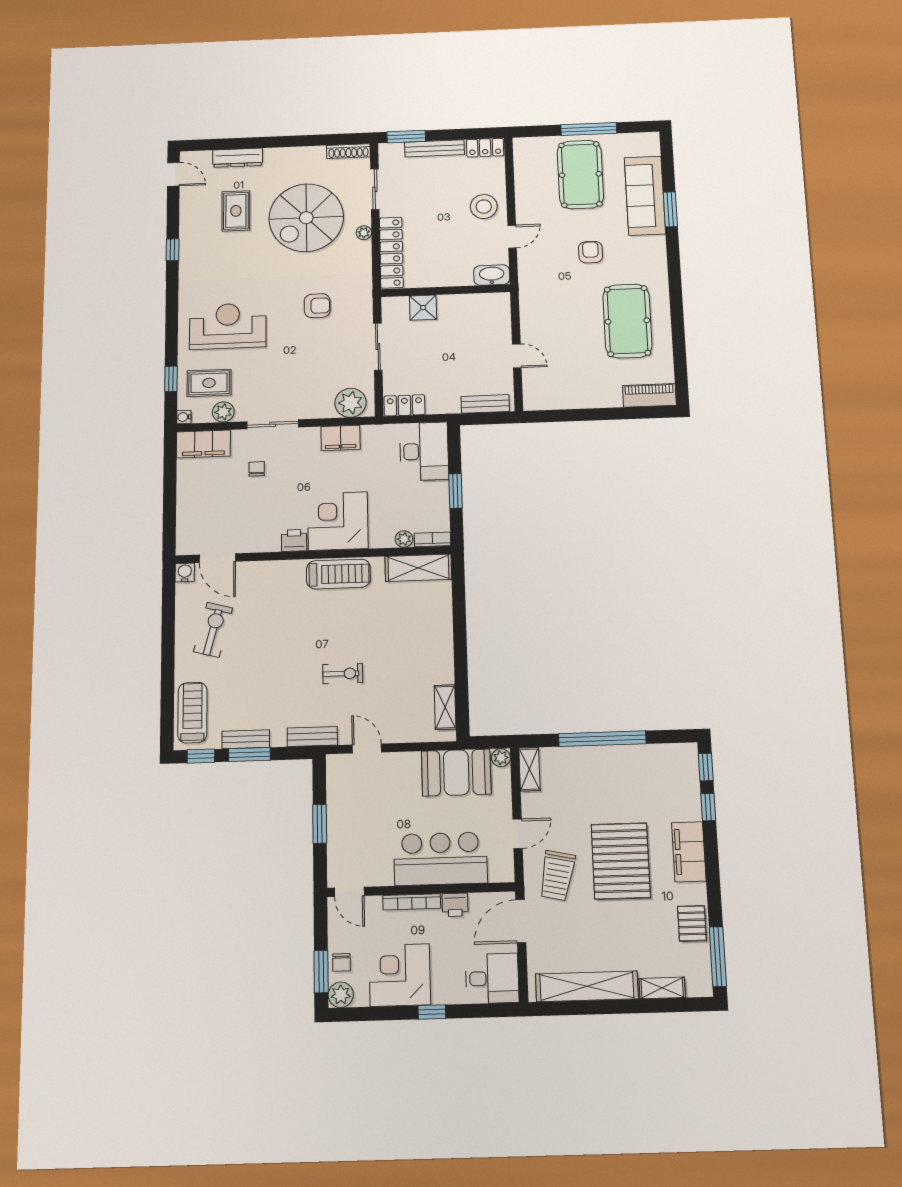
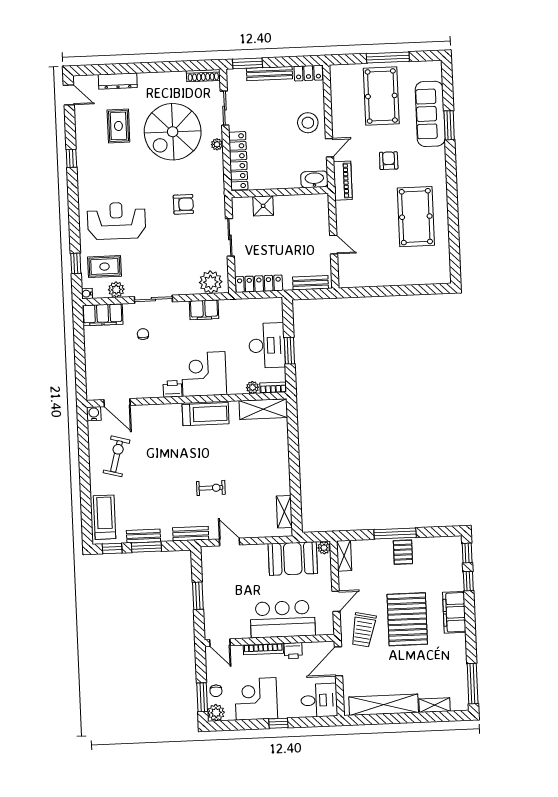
piano: (649, 395) -> (343, 181), moved, turned 90
locker: (404, 405) -> (259, 284), width x1.53
desk: (424, 451) -> (267, 345), moved
window: (602, 739) -> (395, 533), width x0.68
pallet: (692, 923) -> (403, 552), moved

